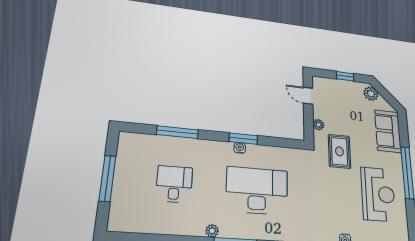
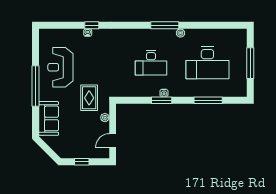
plant: (371, 94) -> (61, 149), removed
door: (308, 96) -> (113, 141), swing flipped
desk: (174, 184) -> (207, 63), width x1.87, depth x1.30
desk: (257, 191) -> (151, 63), width x0.73, depth x0.77

